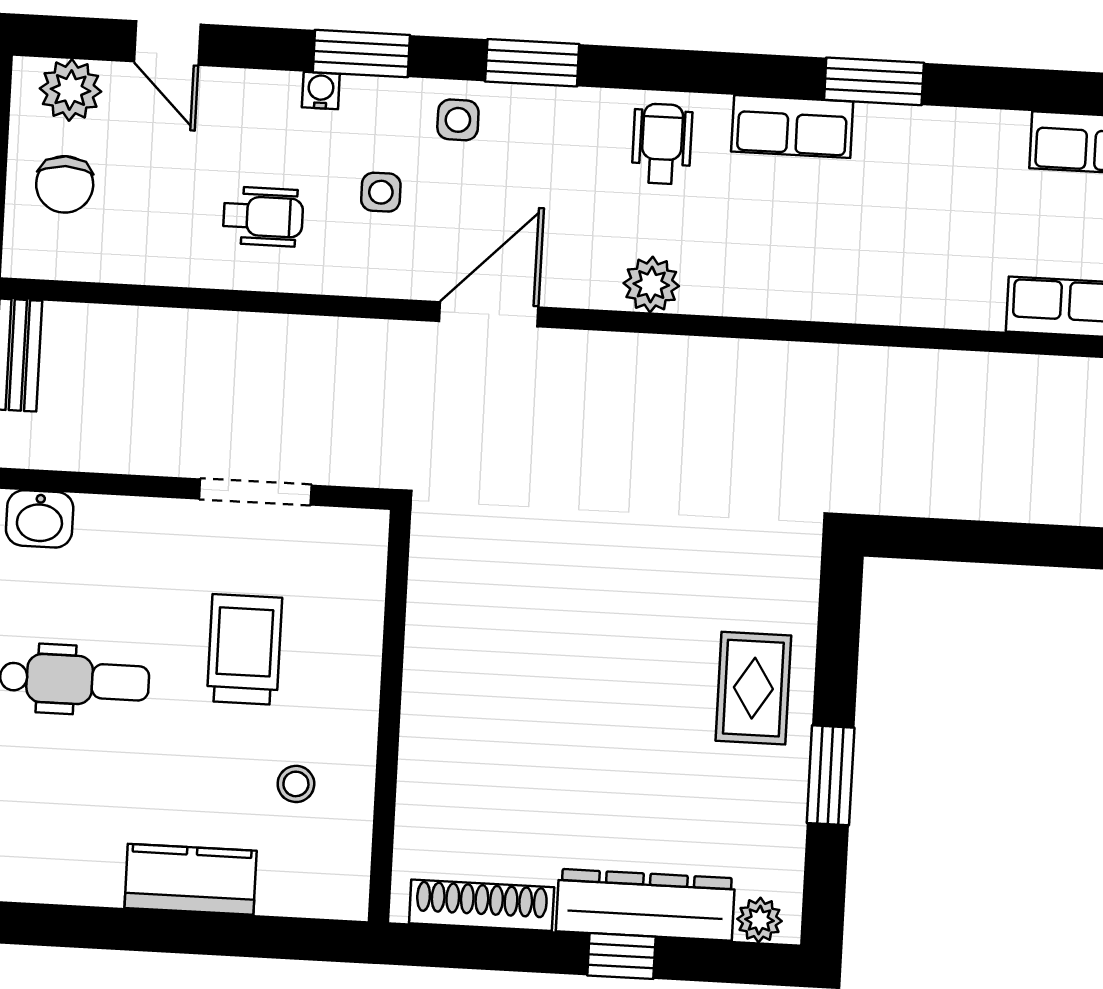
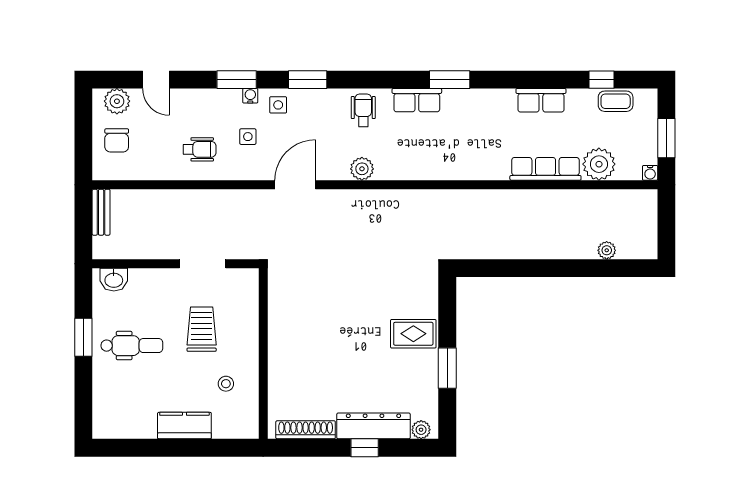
water cooler: (321, 90) -> (250, 96), moved
rug: (753, 688) -> (413, 334), turned 90

